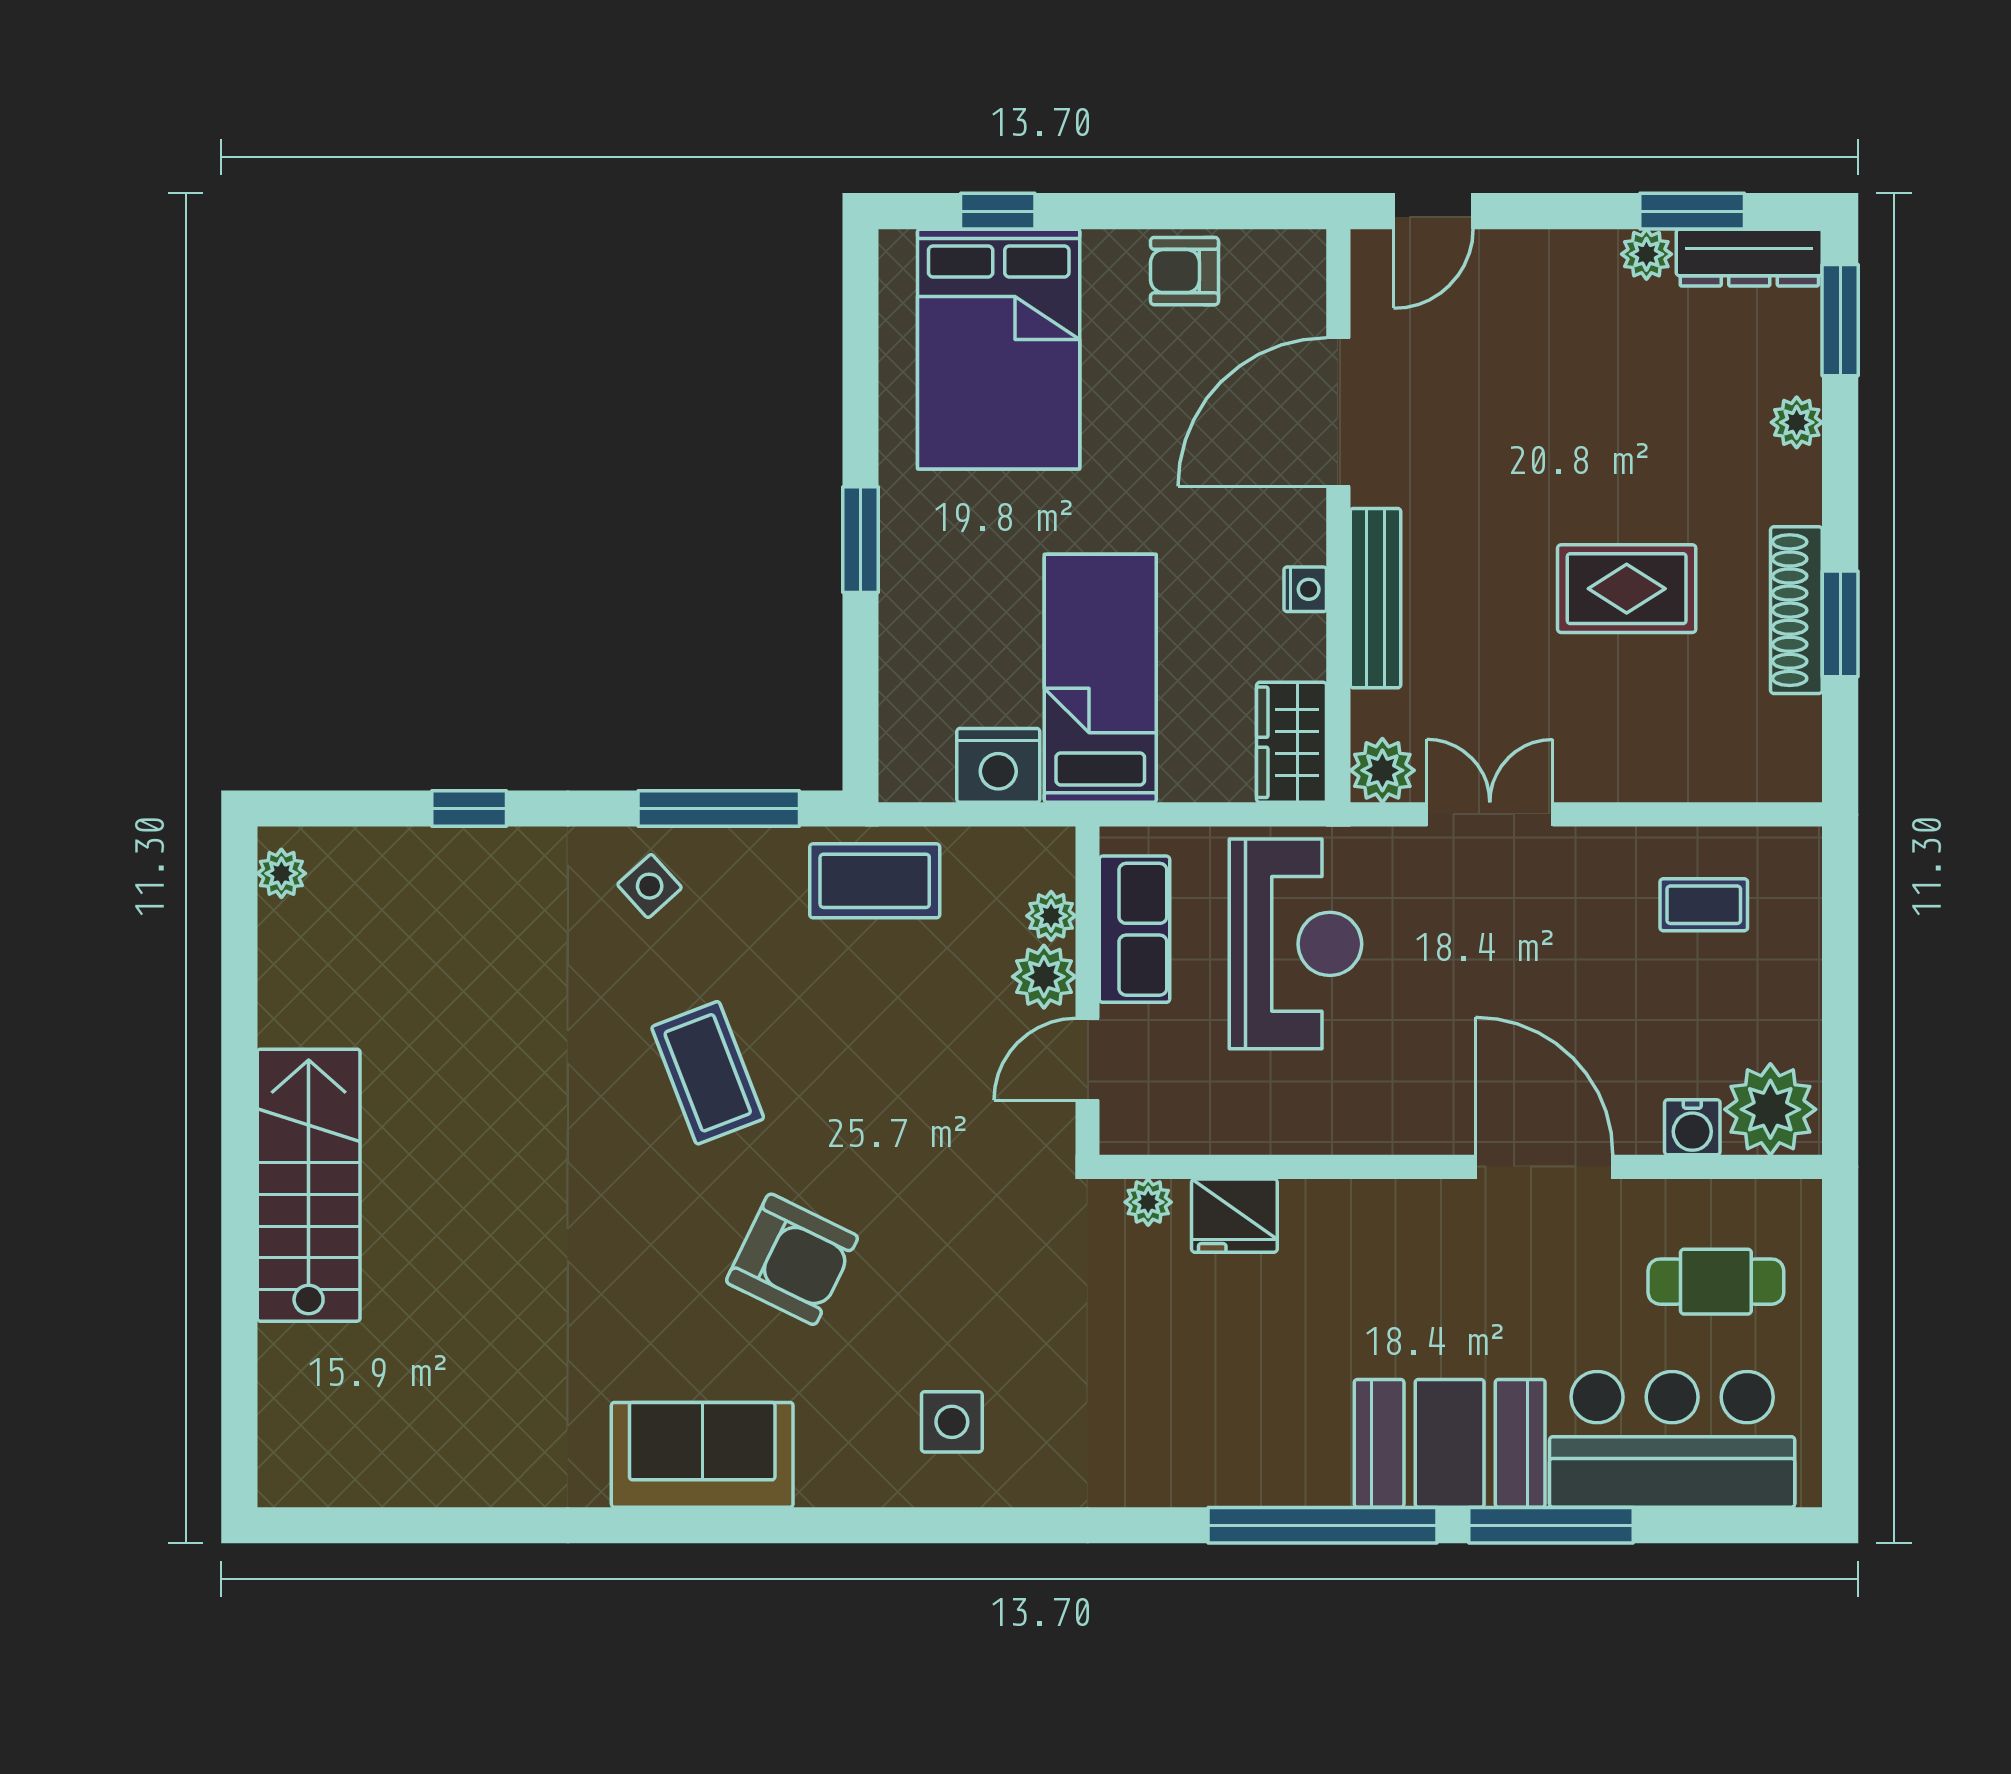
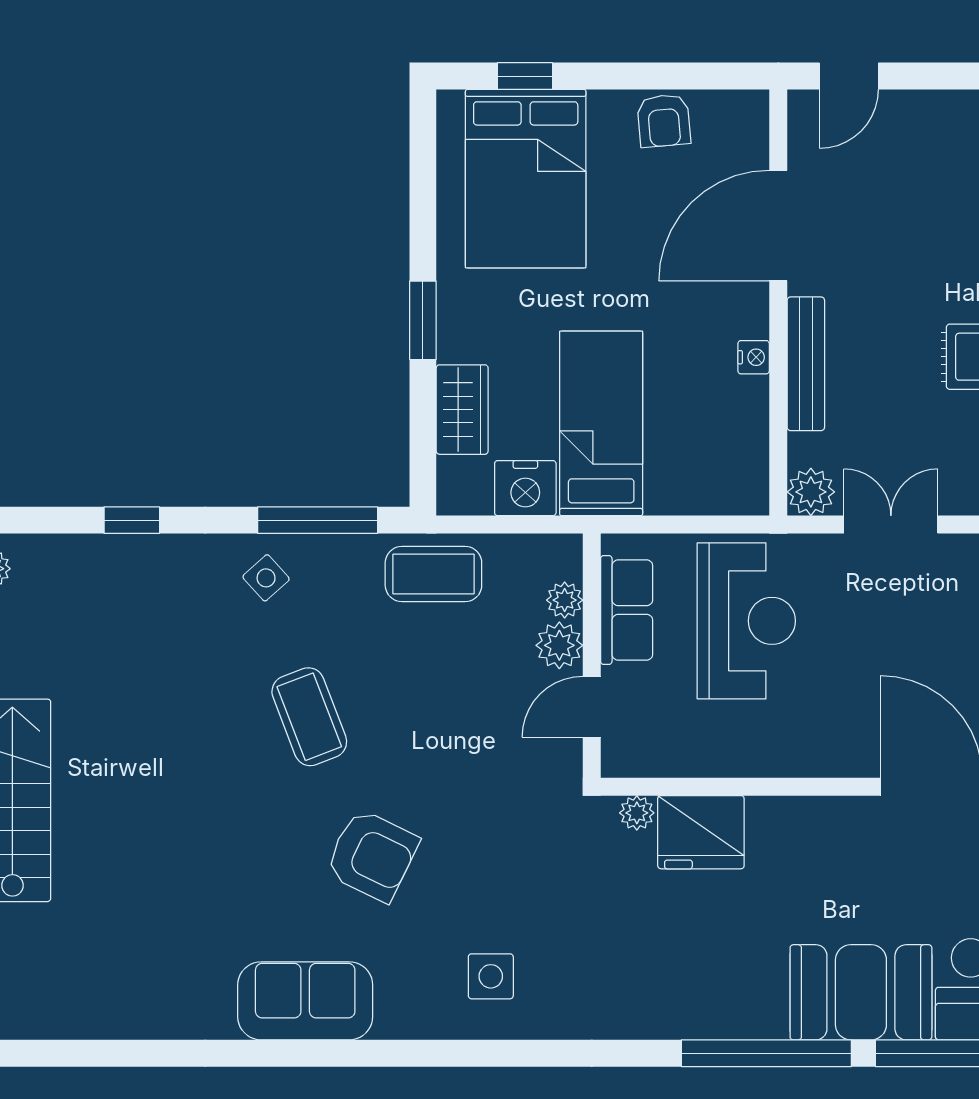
armchair: (1184, 271) -> (664, 121), turned -95
wardrobe: (1292, 742) -> (462, 410), moved, turned 180
fridge: (1234, 1216) -> (701, 832), width x1.36, depth x1.34

